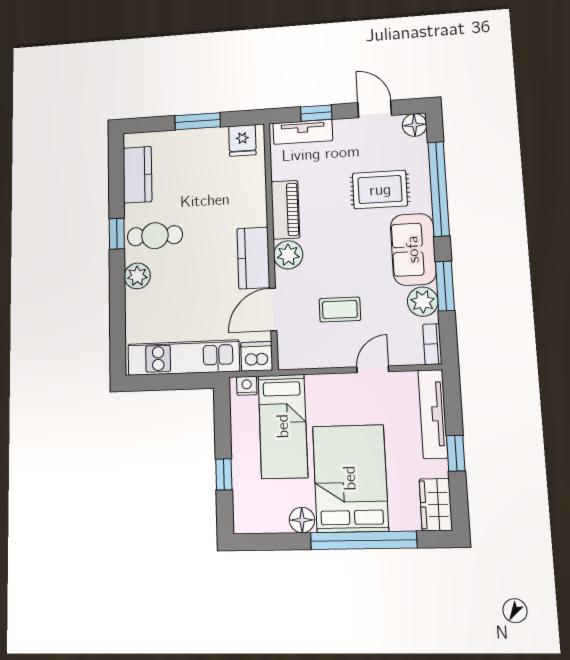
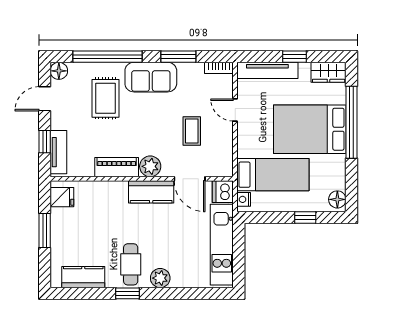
plant: (423, 302) -> (189, 73), removed
floor lamp: (302, 520) -> (337, 199), moved

